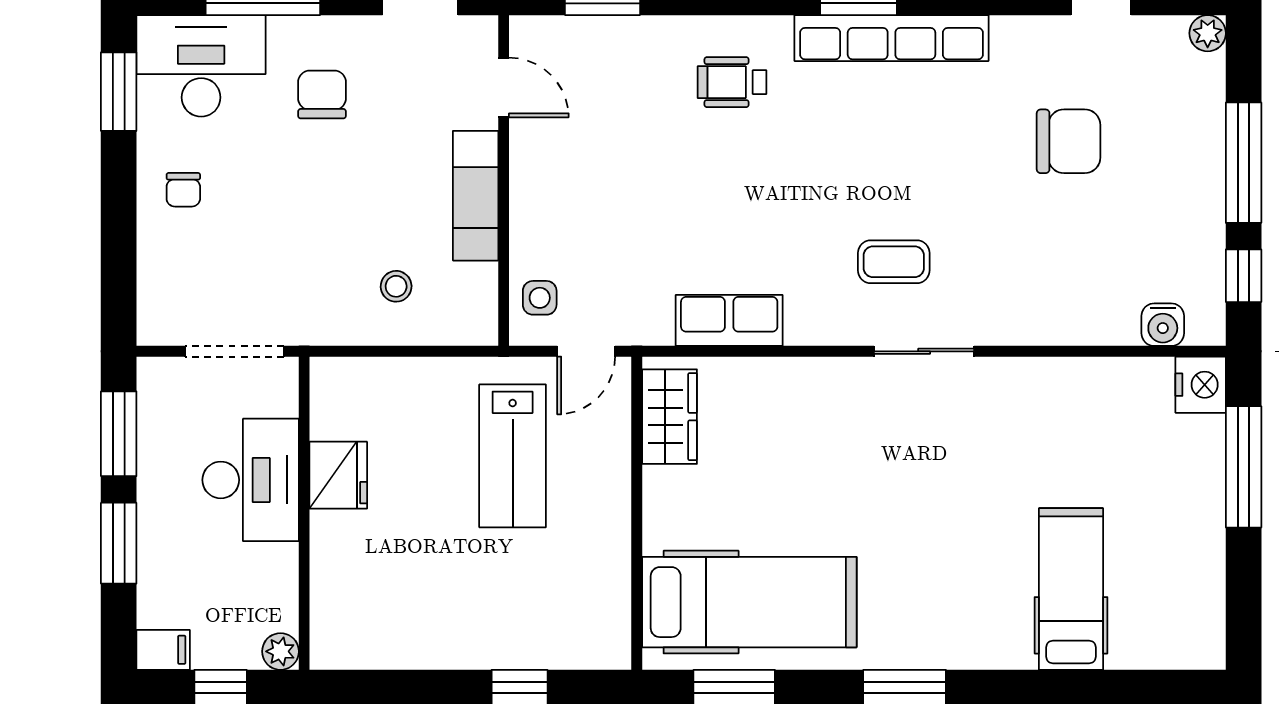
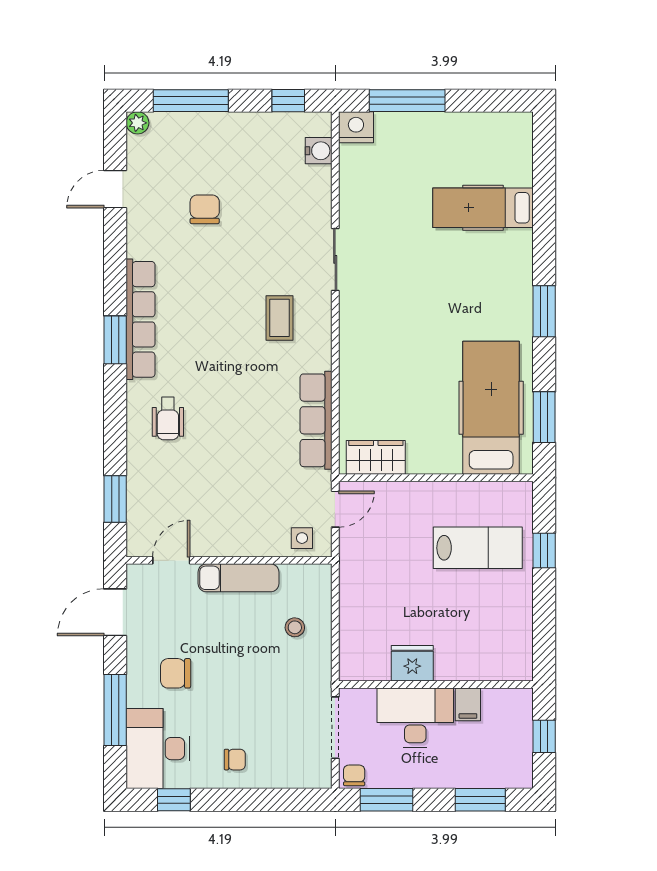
window: (119, 92) -> (174, 800), width x0.67
chair: (1069, 141) -> (205, 209), width x0.73, depth x0.73
window: (1244, 163) -> (191, 101), moved
row of seats: (729, 320) -> (316, 420), width x1.48
door: (586, 351) -> (335, 509), hinge flipped
sliding door: (924, 351) -> (335, 259), moved
chair: (158, 382) -> (354, 775), added
lab bench: (513, 456) -> (478, 548), moved
window: (119, 543) -> (480, 800), moved
filing cabinet: (163, 650) -> (468, 704), moved, turned 180
plant: (280, 651) -> (522, 699), removed

